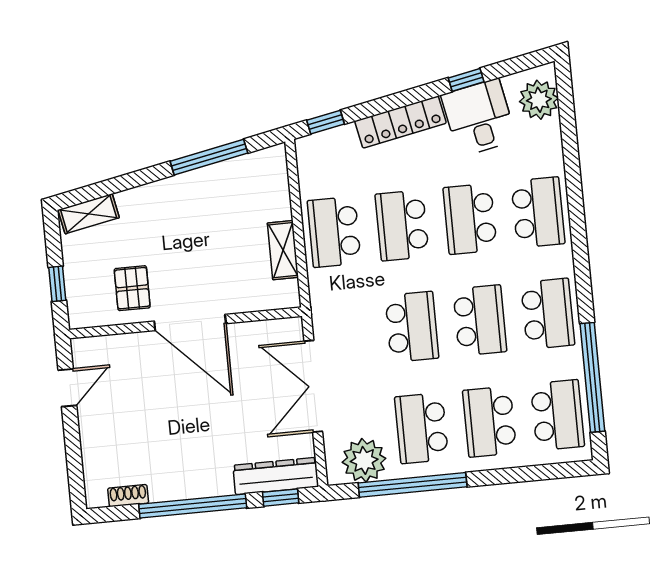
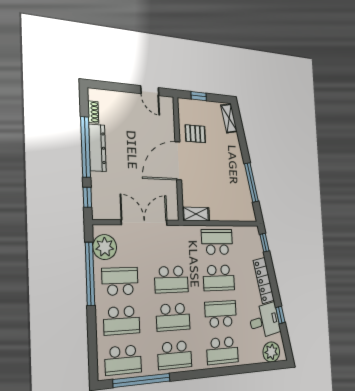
school desk: (402, 225) -> (219, 278), turned 180
shelving: (283, 250) -> (196, 214), moved
school desk: (490, 422) -> (122, 320), turned 180
dresser: (276, 476) -> (97, 148), moved

